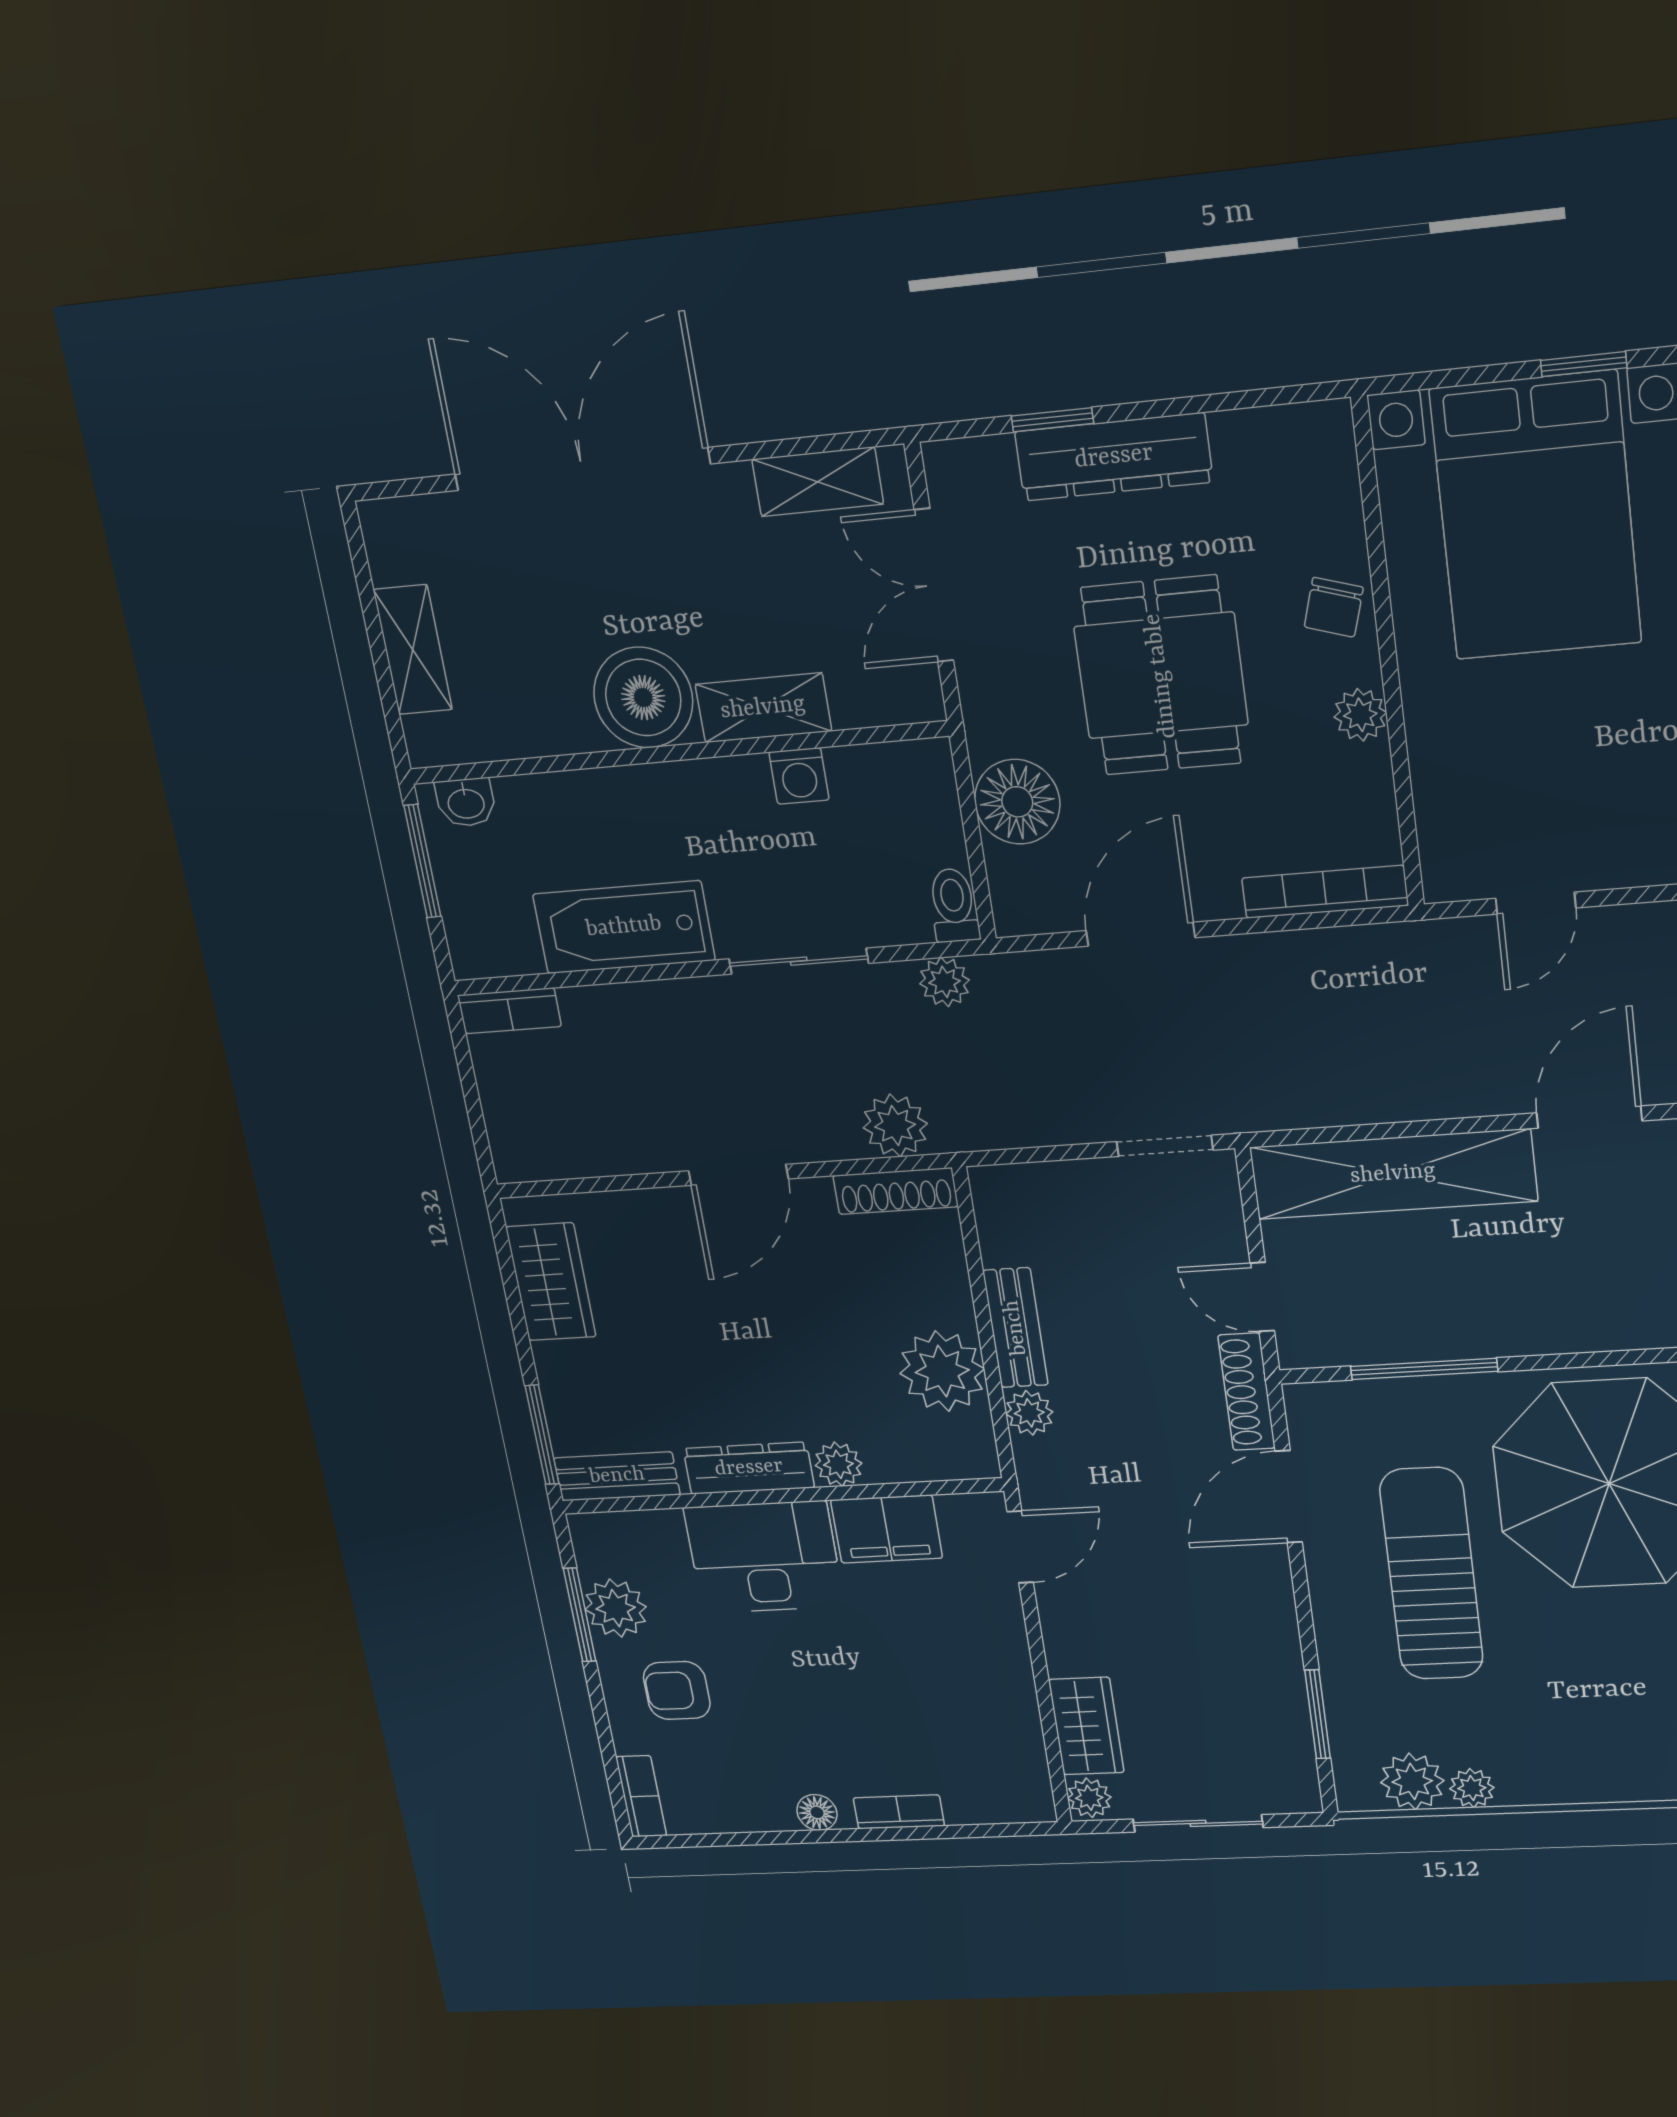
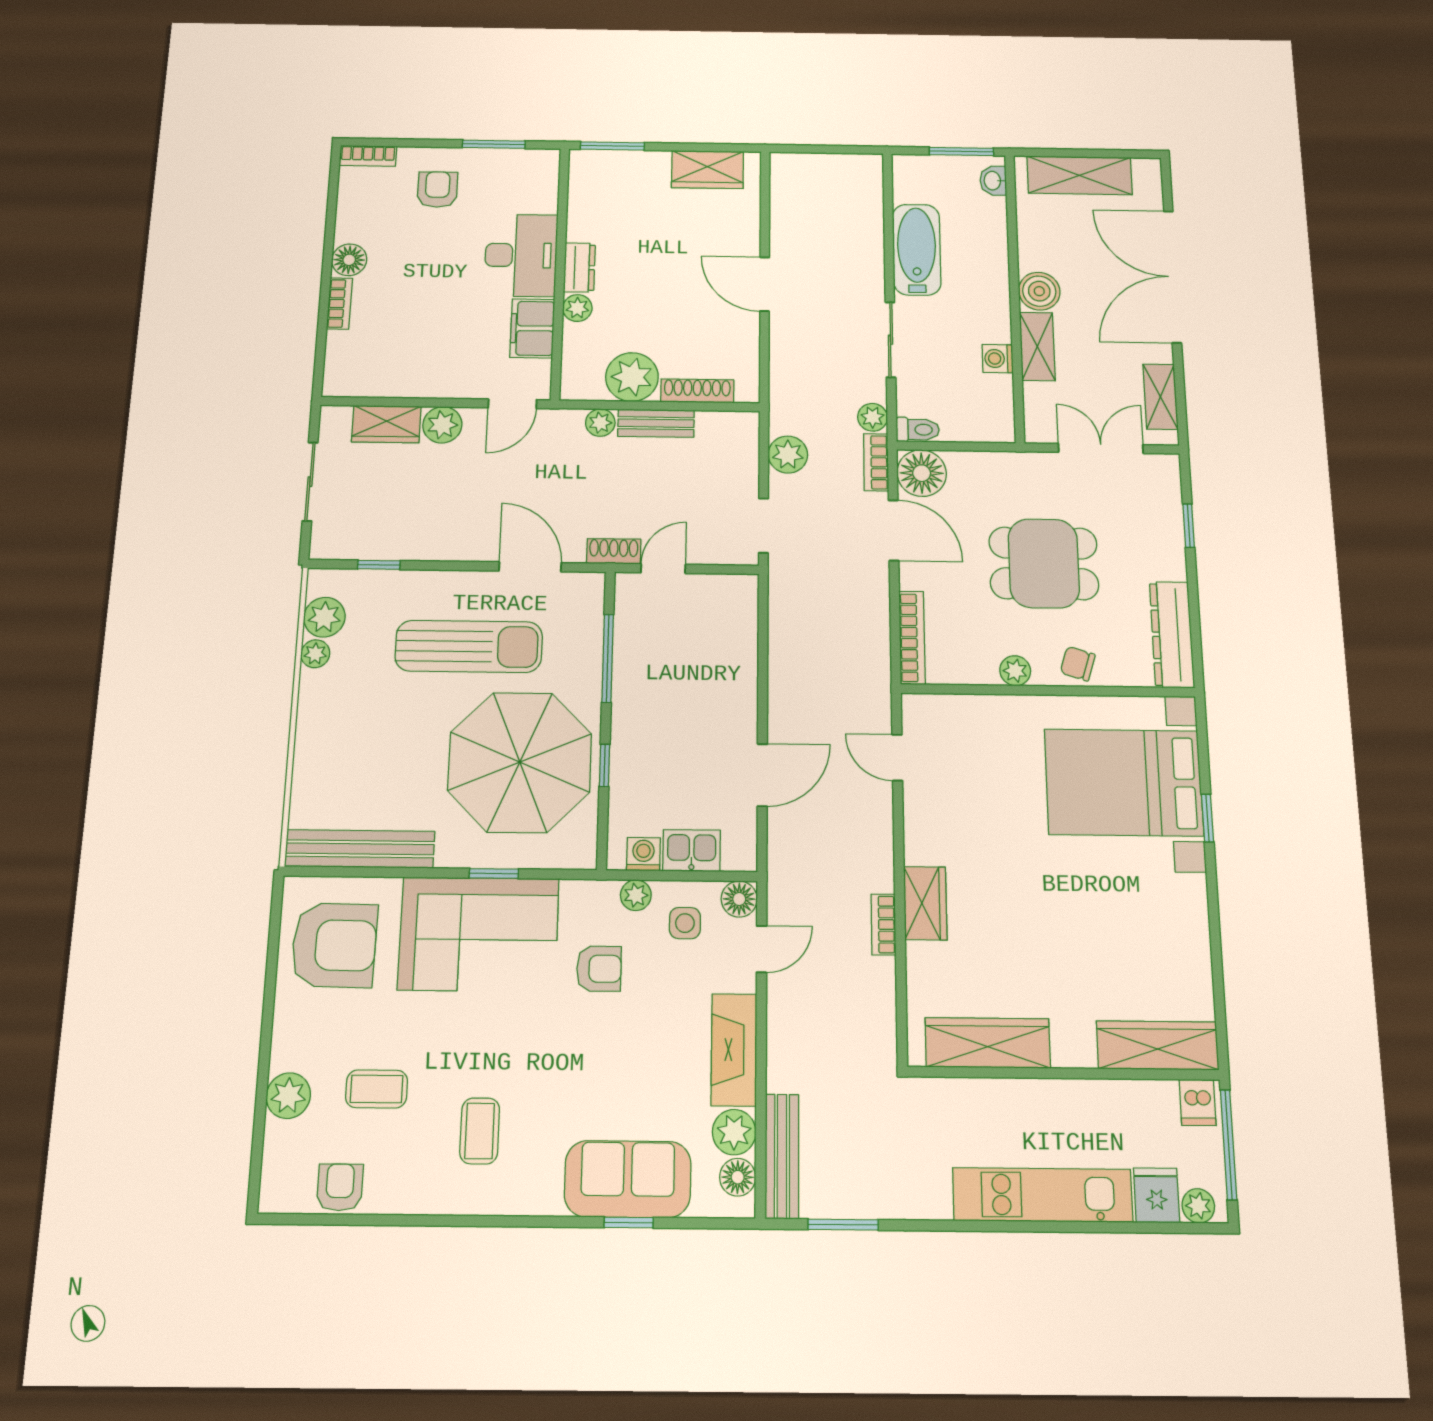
dresser: (1114, 457) -> (1172, 634), moved
double door: (582, 469) -> (1173, 276), swing flipped
shelving: (413, 650) -> (1080, 175), width x1.50, depth x1.33
boiler: (643, 698) -> (1039, 291), width x0.73, depth x0.73
floor lamp: (1017, 802) -> (922, 473), moved
bookcase: (509, 1011) -> (876, 462), moved
door: (1589, 1117) -> (762, 775), hinge flipped
plant: (895, 1126) -> (788, 455), moved
shelving: (1393, 1174) -> (735, 655), removed
shoe rack: (896, 1191) -> (697, 391), moved, turned 90
window: (1600, 1359) -> (604, 765), added
shoe rack: (1247, 1392) -> (614, 551), width x0.70
dresser: (749, 1468) -> (579, 268), width x0.70
bench: (617, 1476) -> (582, 182), removed
door: (1020, 1547) -> (512, 404), hinge flipped
plant: (616, 1608) -> (496, 165), removed
window: (1318, 1714) -> (379, 565), width x0.67
plant: (1089, 1798) -> (442, 425), moved, width x1.38, depth x1.38
floor lamp: (817, 1812) -> (349, 260), width x1.37, depth x1.37

